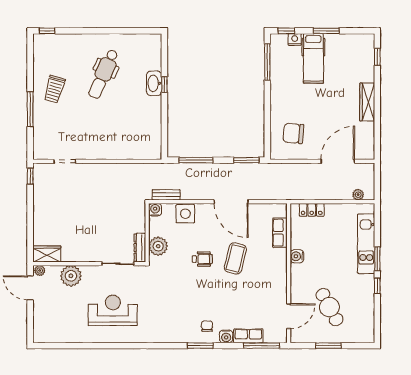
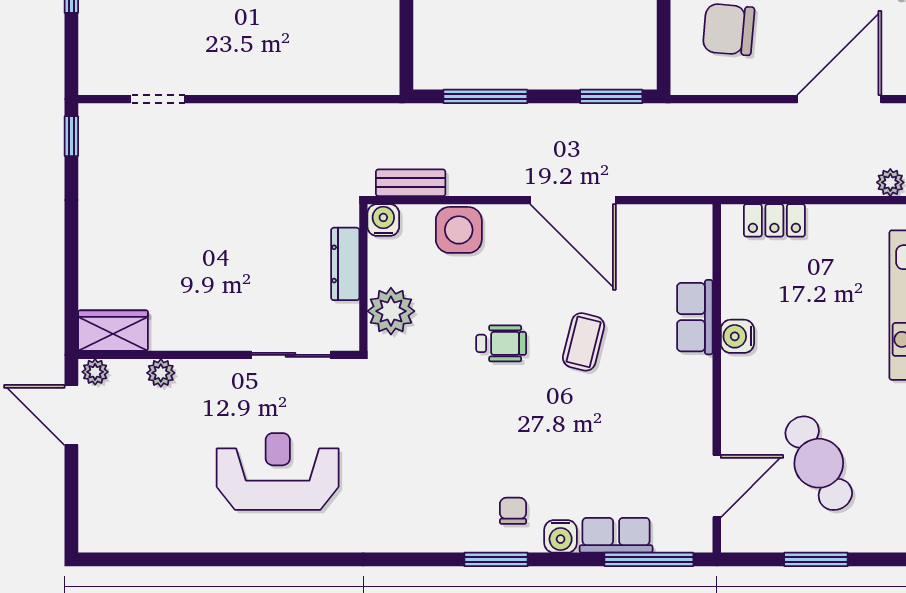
row of seats: (280, 233) -> (695, 317), moved
dresser: (140, 248) -> (345, 264), moved
coffee table: (235, 258) -> (584, 342), width x0.73, depth x0.77
plant: (71, 276) -> (161, 373), width x0.53, depth x0.53

